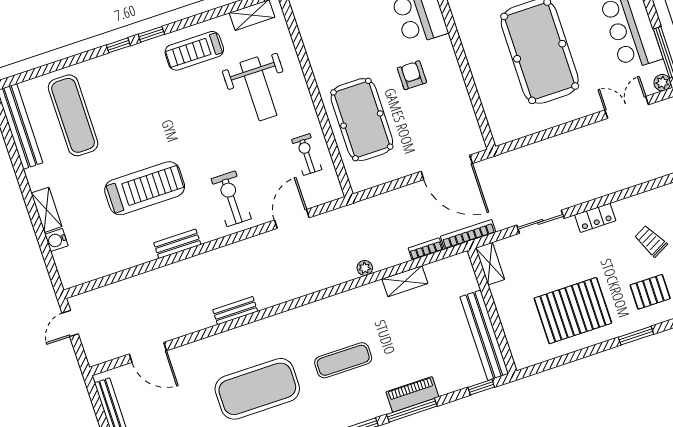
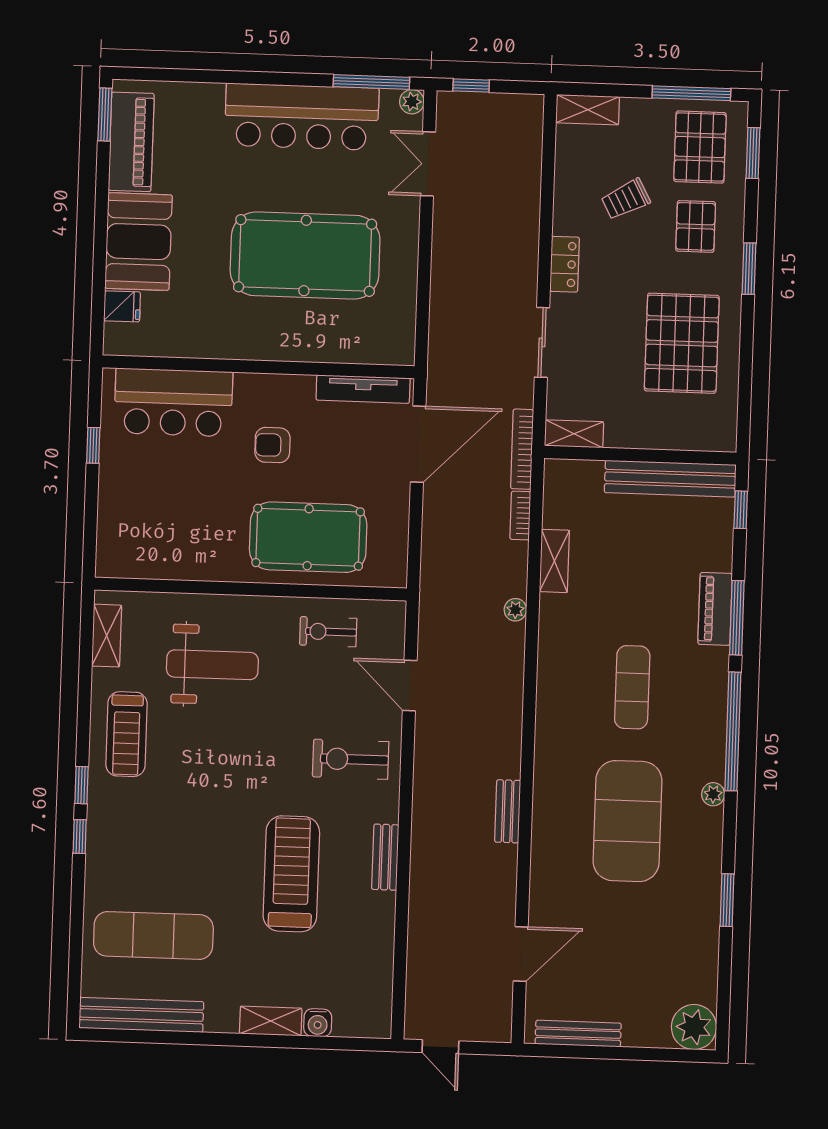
tv unit: (469, 119) -> (363, 389), added

